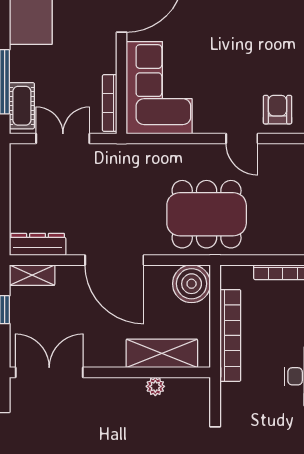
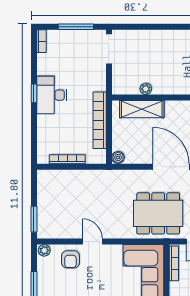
dining table: (207, 214) -> (158, 213), moved
boiler: (192, 284) -> (118, 157), width x0.54, depth x0.54

